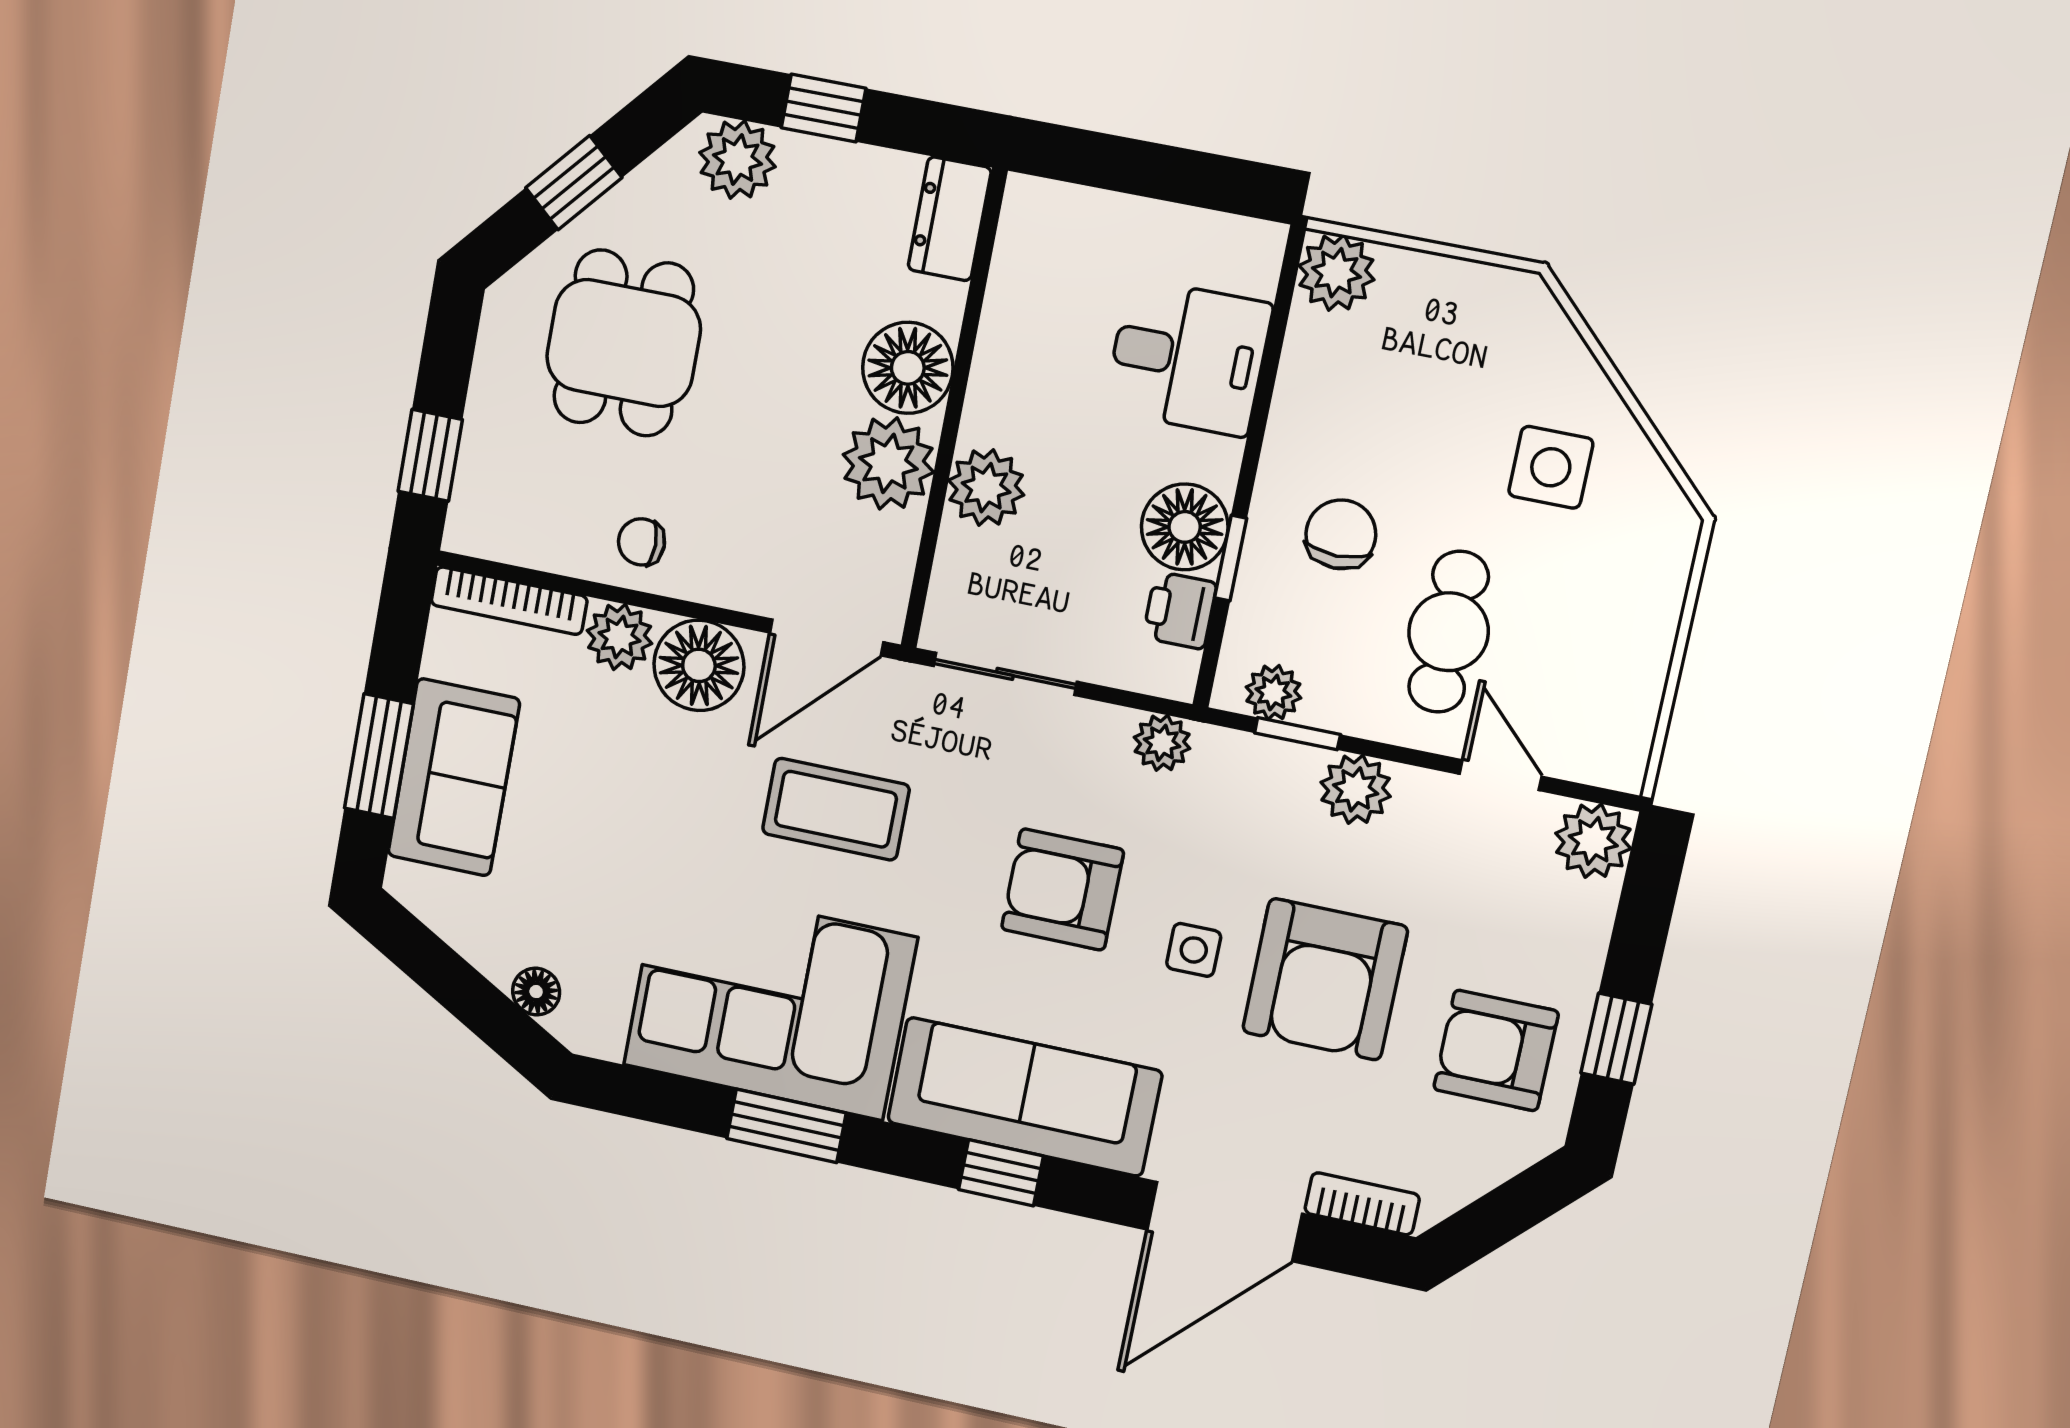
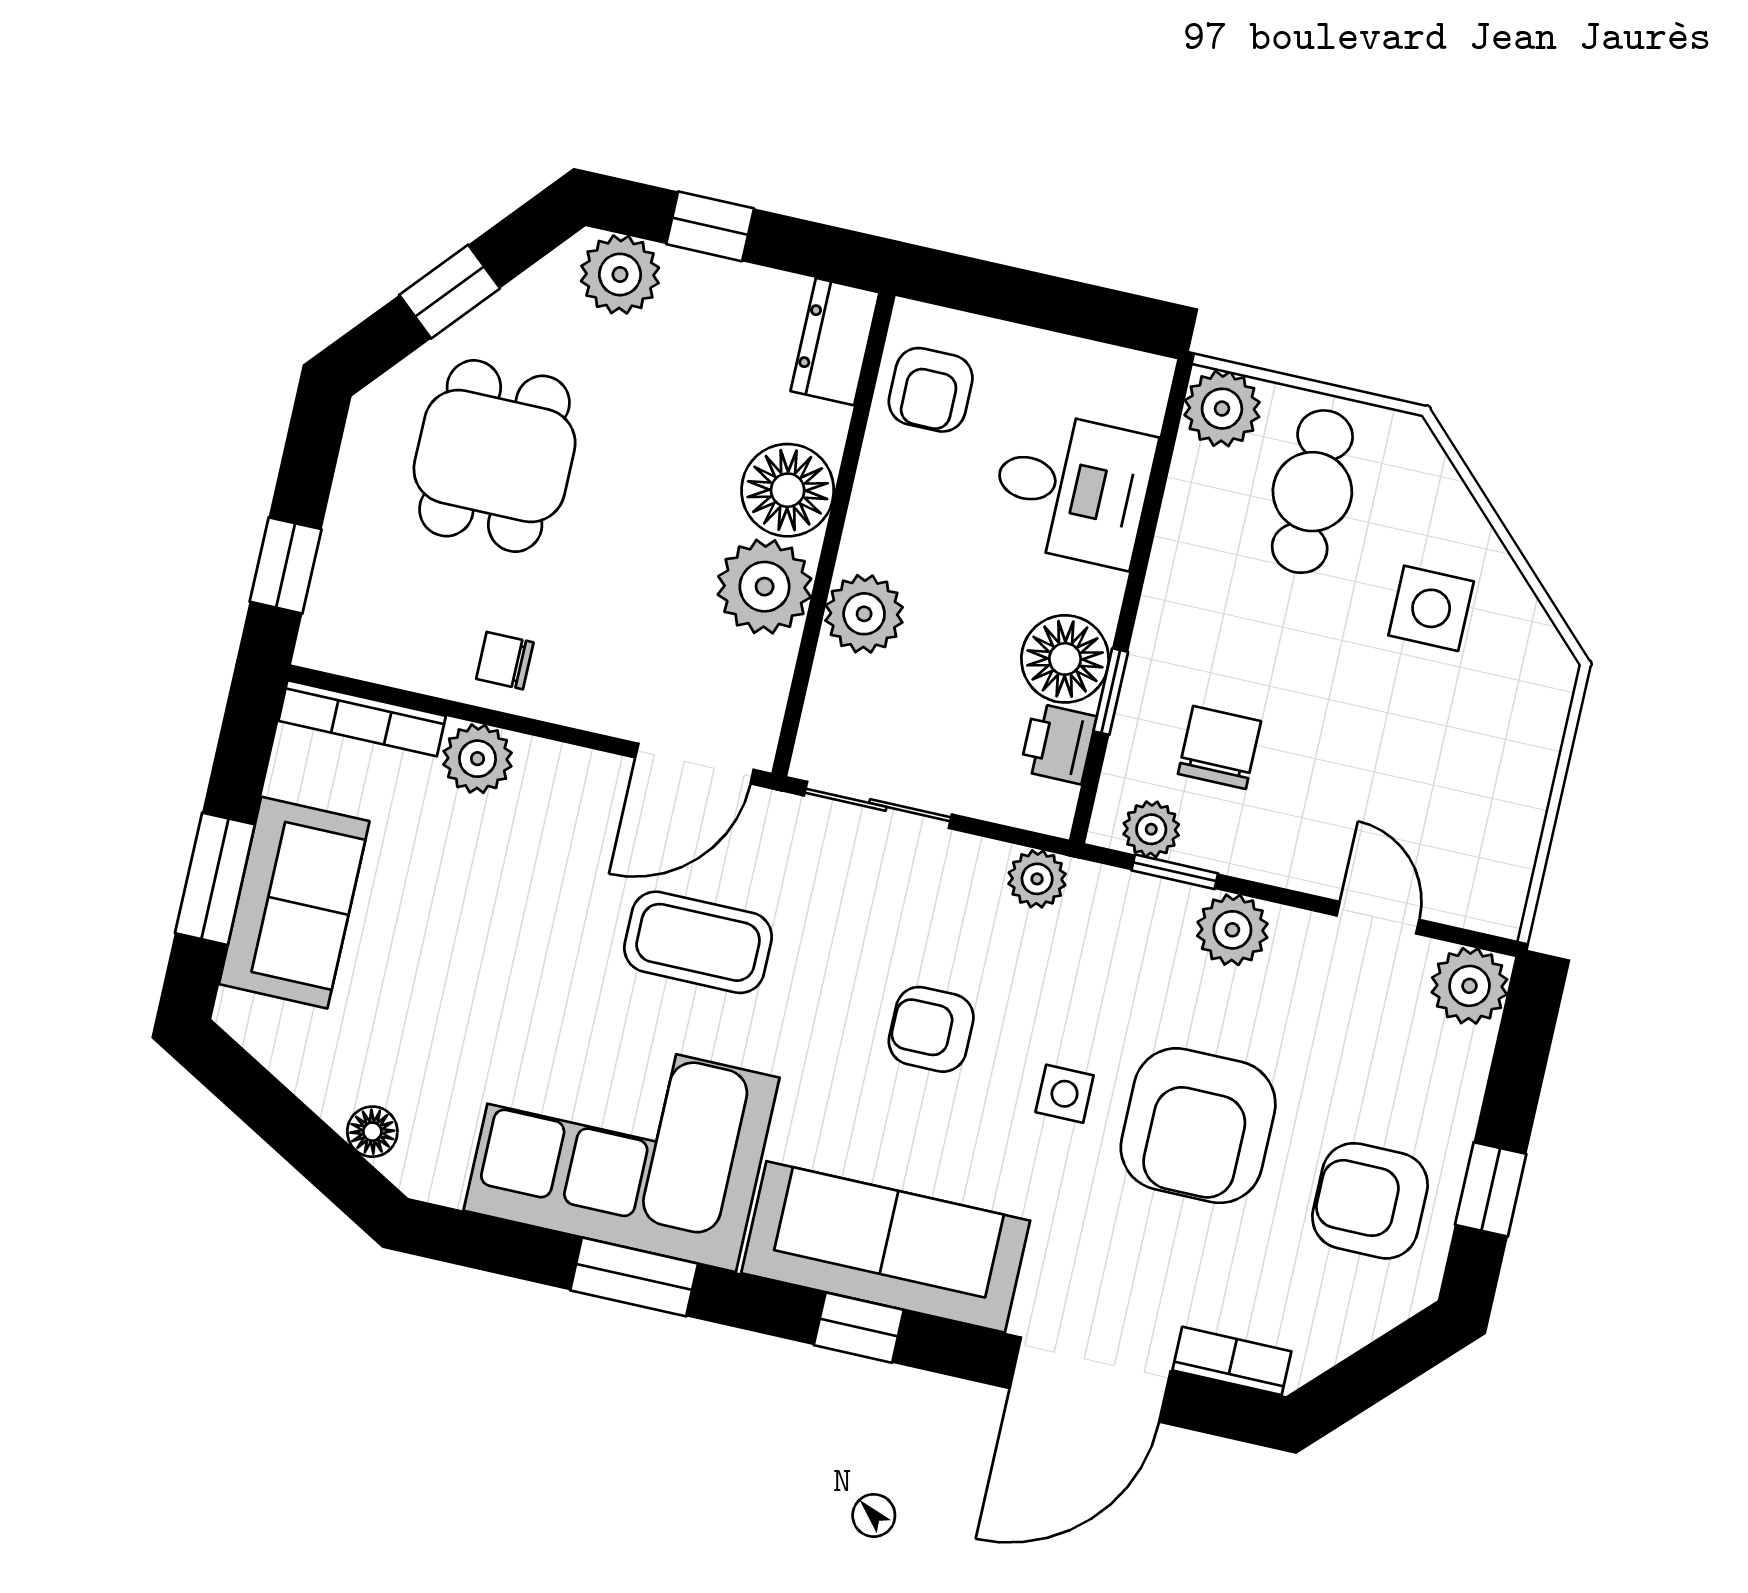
armchair: (1045, 264) -> (931, 390), added
chair: (1341, 534) -> (1219, 747), moved
cafe table: (1449, 632) -> (1312, 492), moved
floor lamp: (699, 665) -> (560, 790), removed
armchair: (1063, 890) -> (931, 1029), width x0.72, depth x0.72

